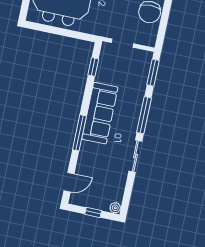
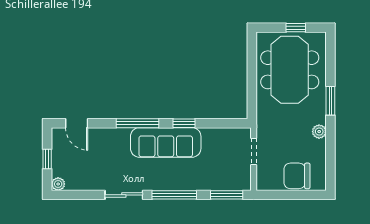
window: (93, 67) -> (184, 123), moved

